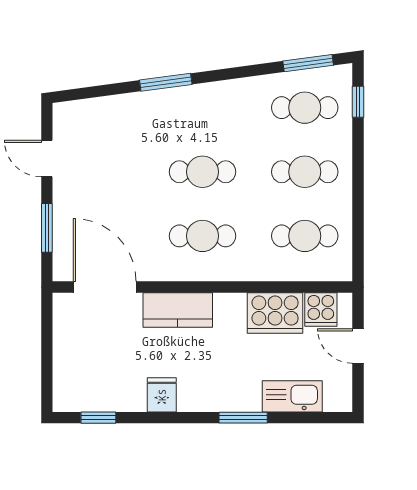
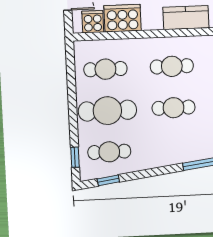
window: (308, 63) -> (108, 180), width x0.67
cafe table: (305, 172) -> (107, 111), width x1.37, depth x1.35

